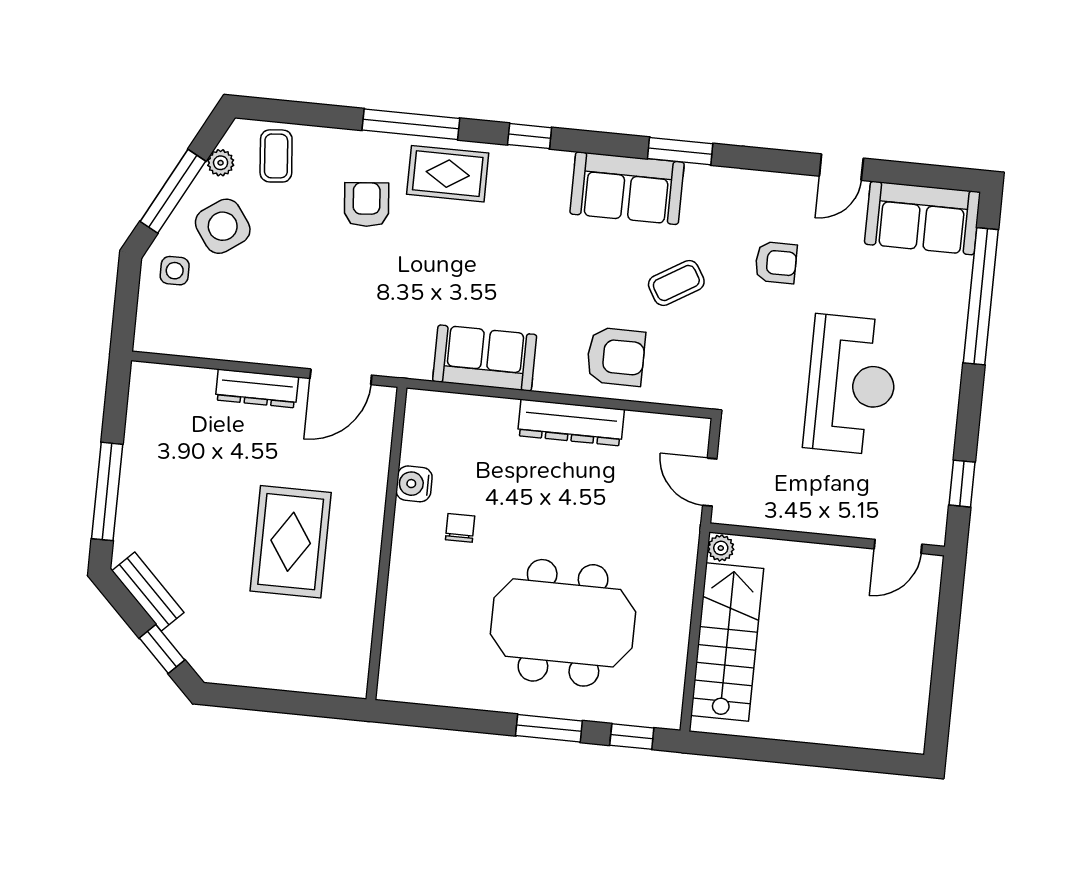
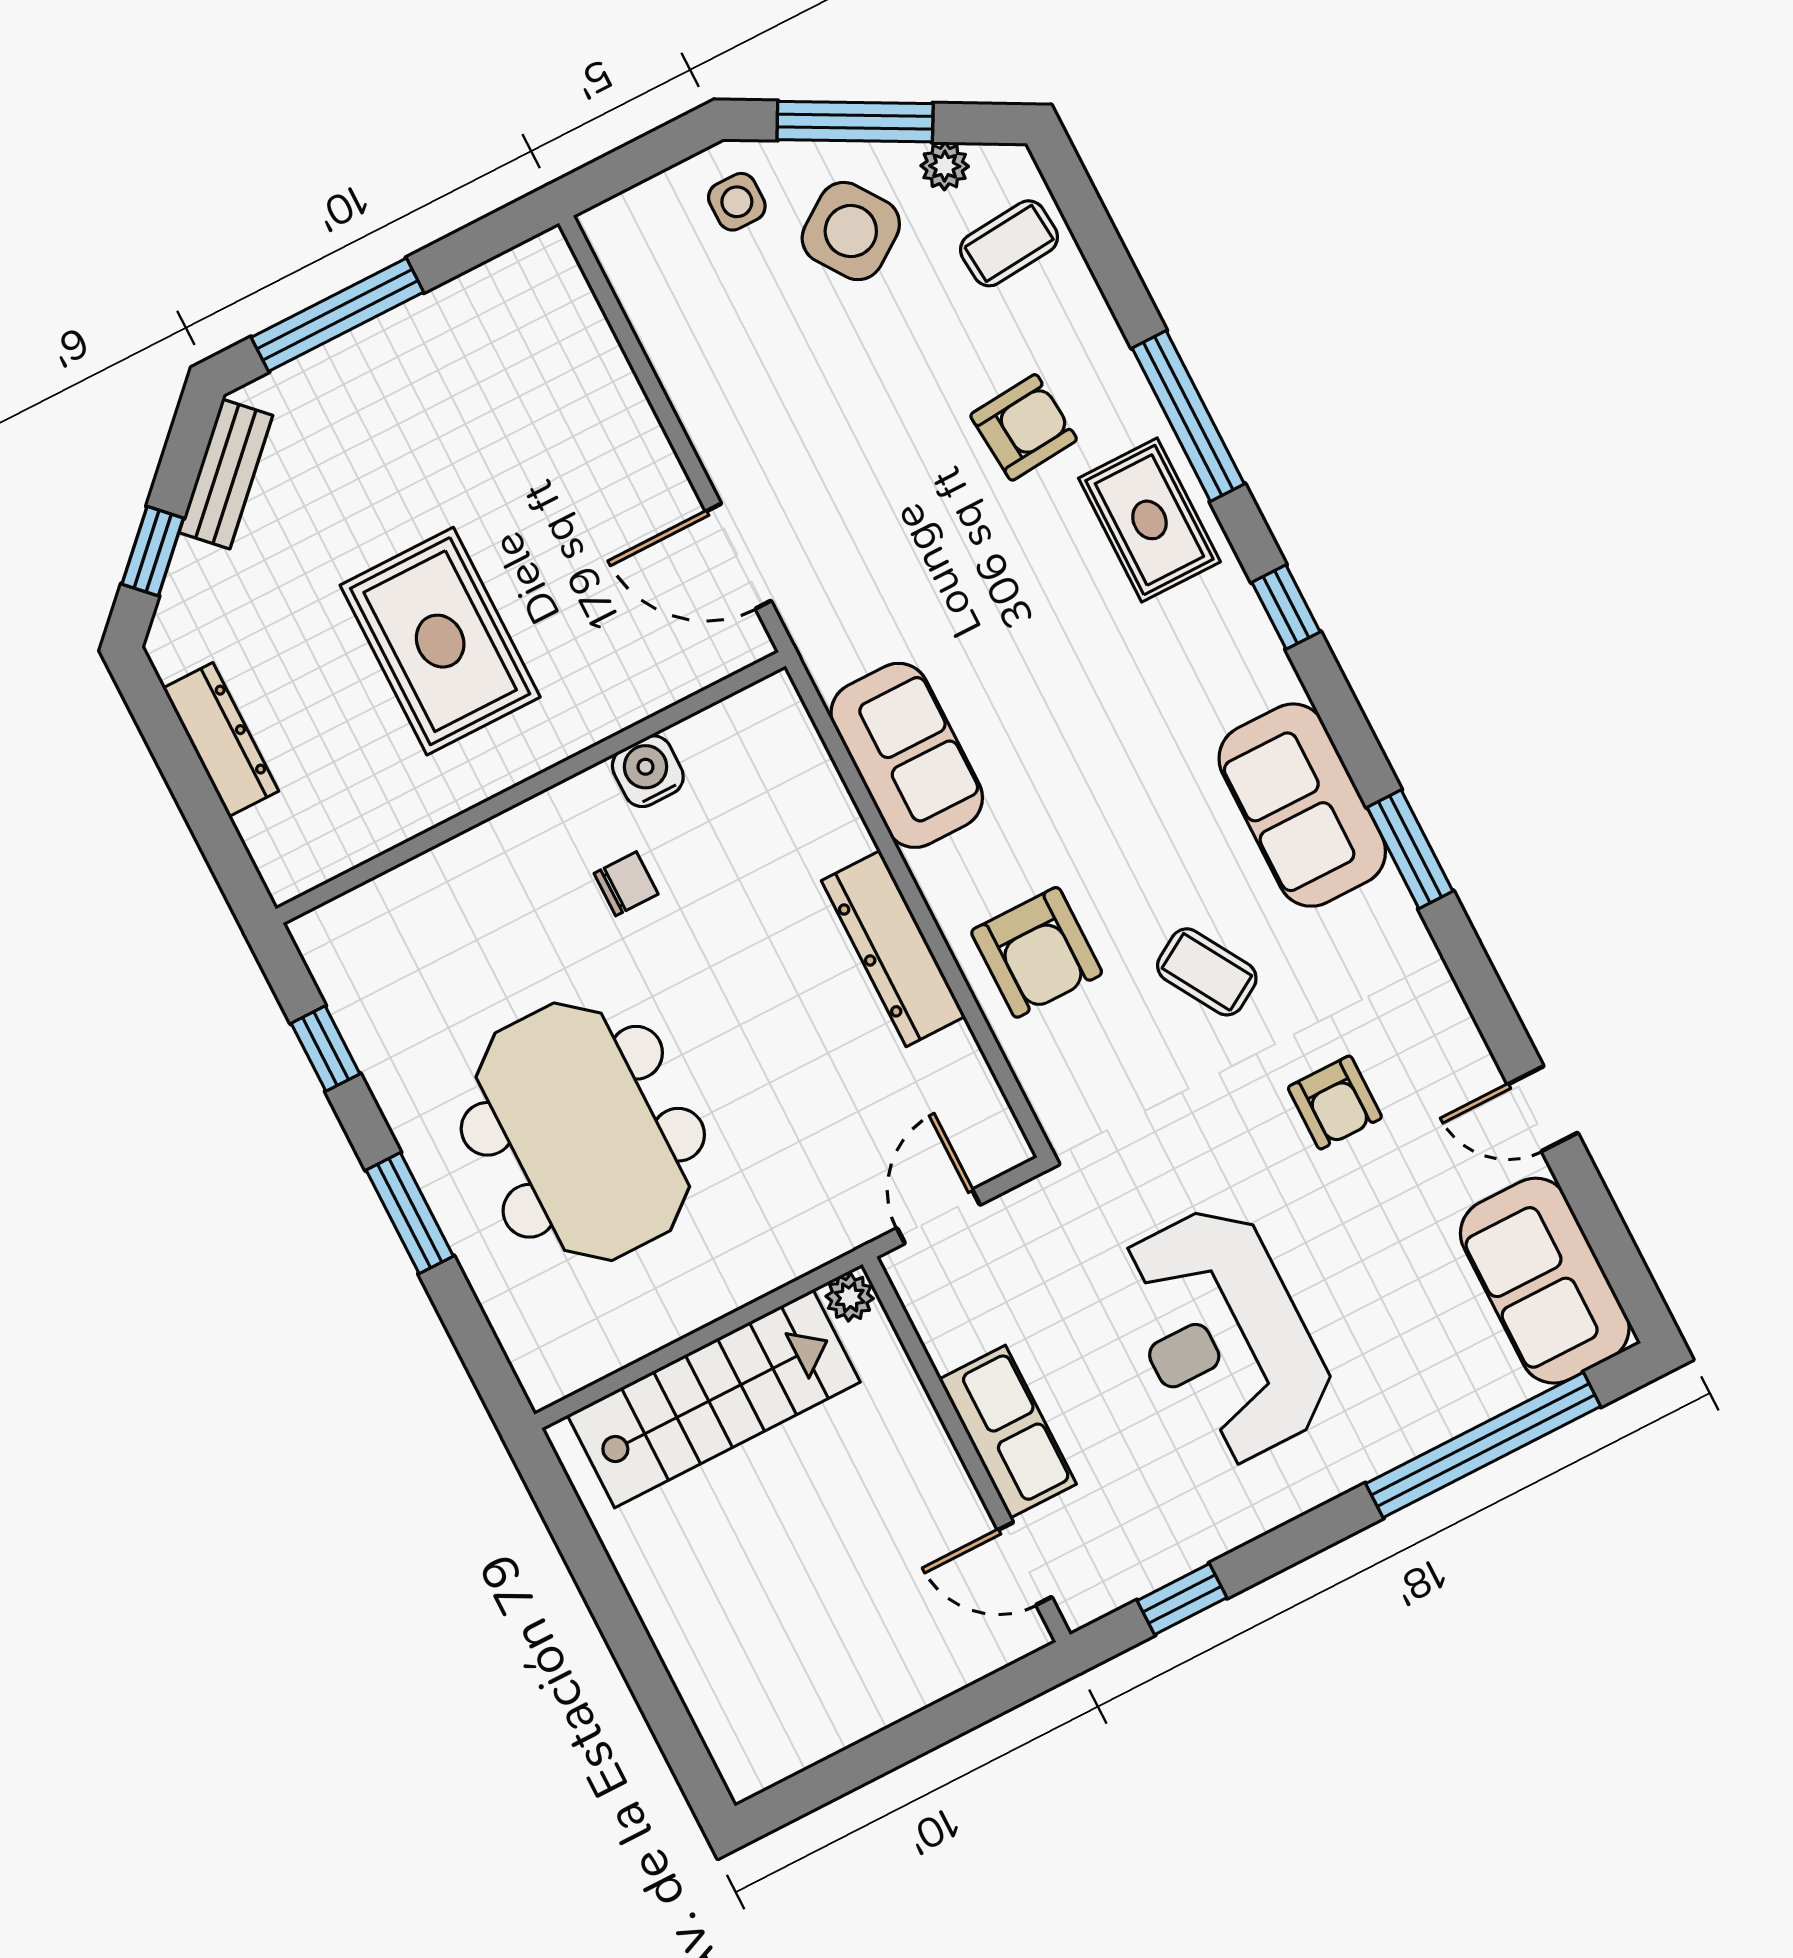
reception desk: (851, 385) -> (1224, 1335), turned 90
dresser: (257, 388) -> (221, 740), moved, turned 180
row of seats: (831, 515) -> (1008, 1432), added
rug: (291, 542) -> (440, 641), turned 90
window: (632, 737) -> (326, 1049), moved

